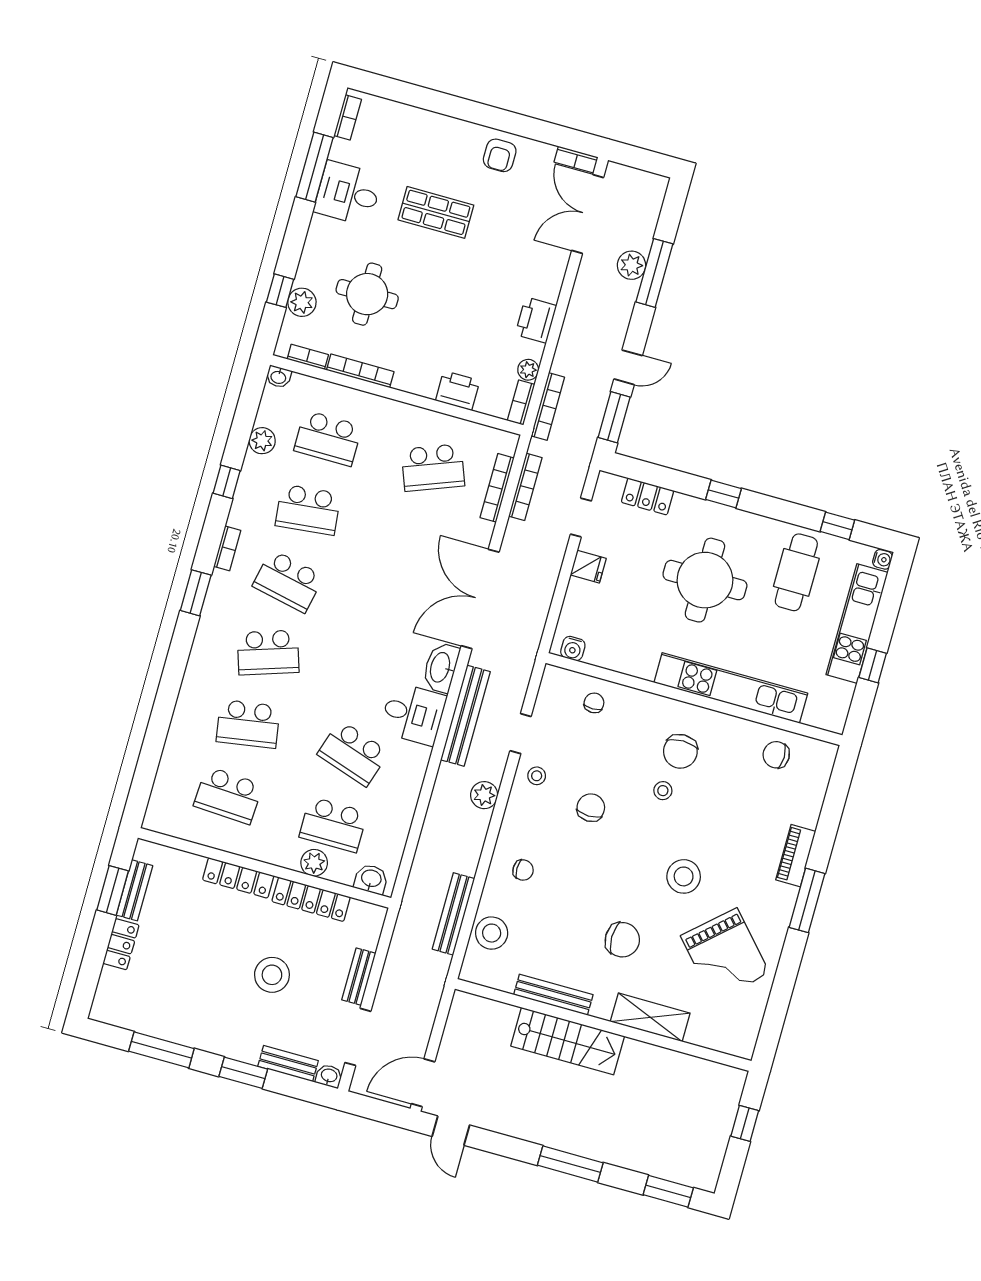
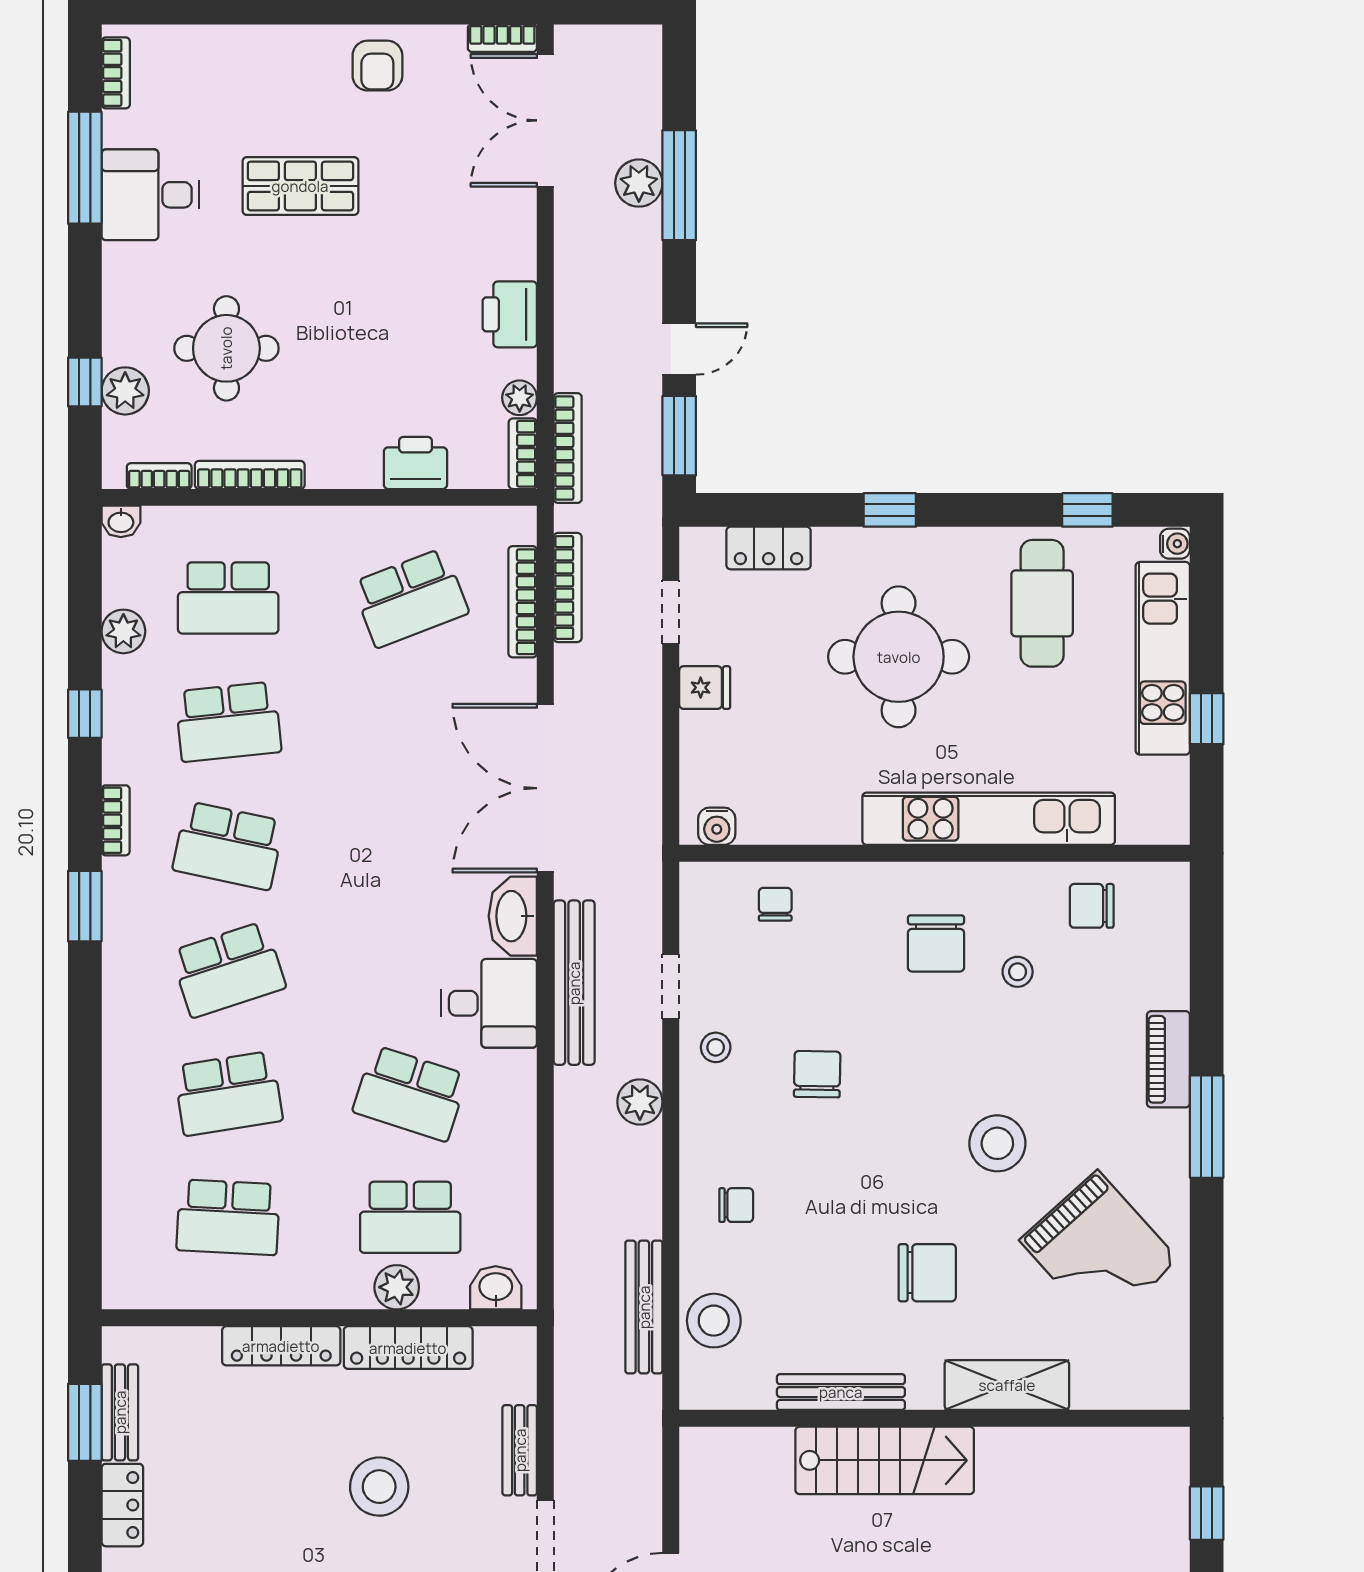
stool: (663, 791) -> (1018, 972), moved

